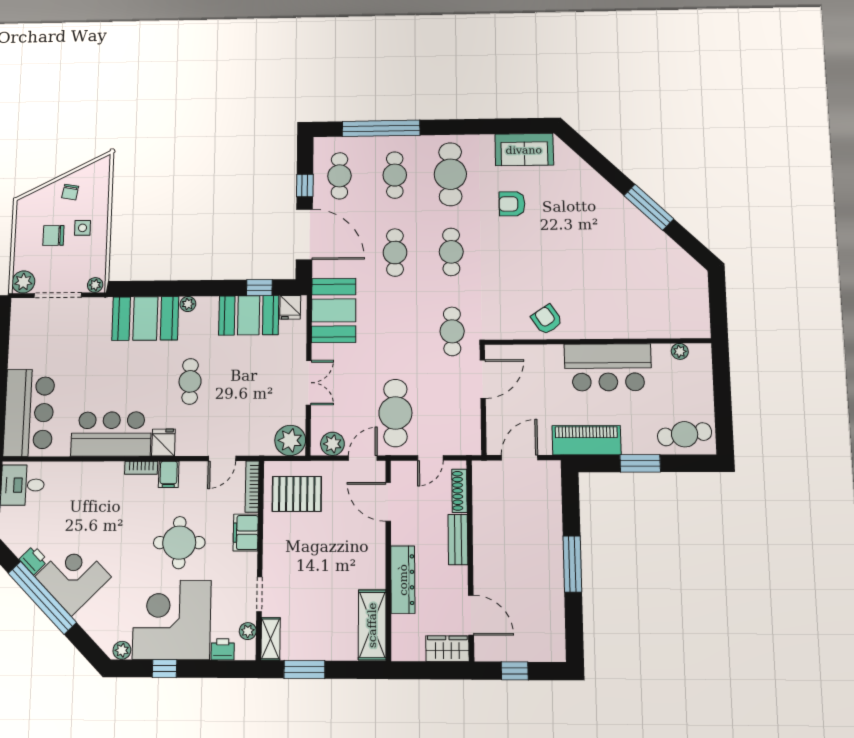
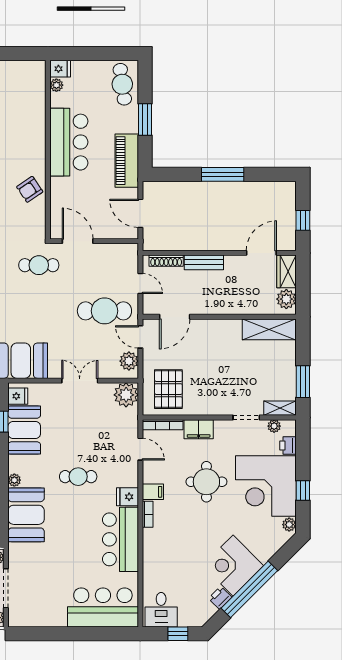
fridge: (701, 356) -> (60, 69), added
dresser: (403, 580) -> (235, 306), removed
plant: (411, 648) -> (286, 299), added

